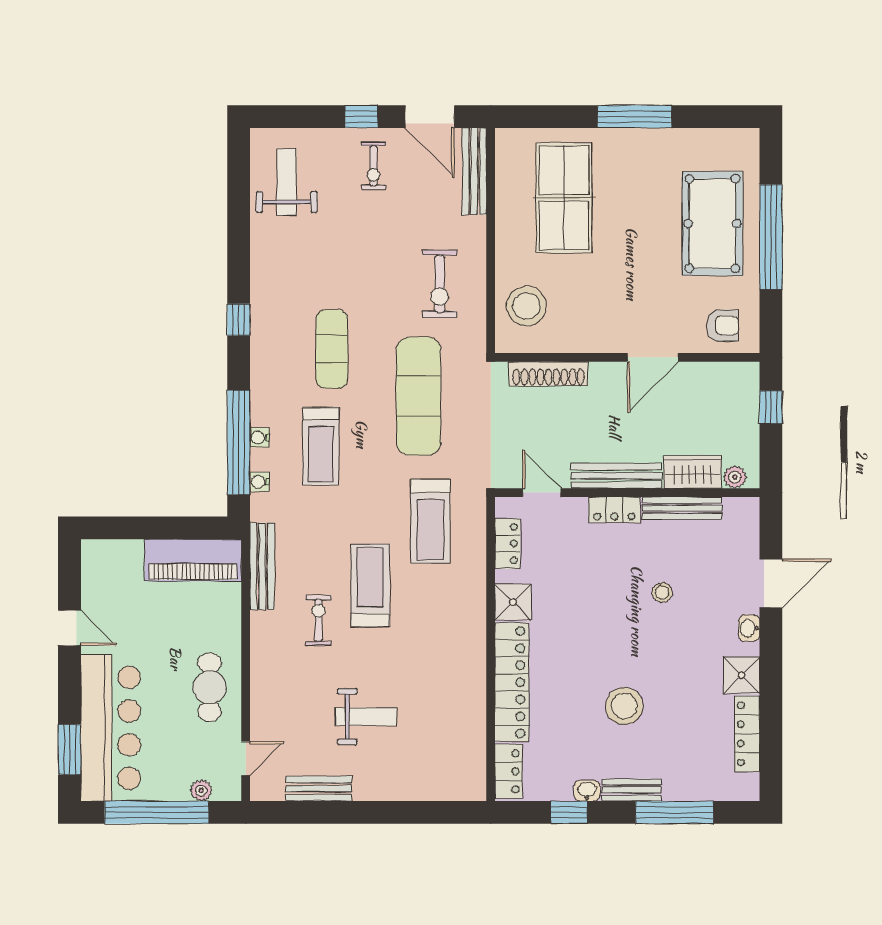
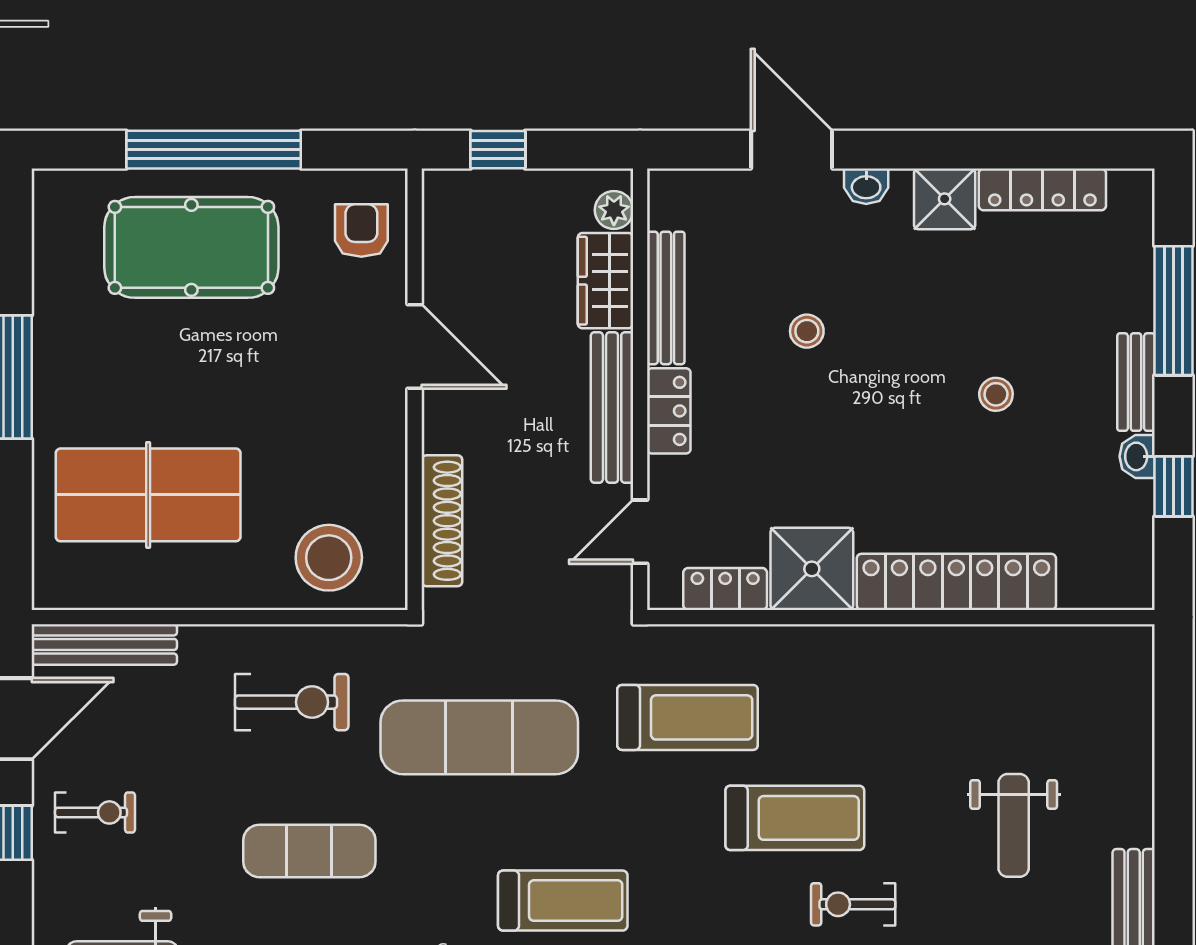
exercise mat: (332, 349) -> (309, 851), moved
treadmill: (370, 585) -> (795, 818), turned 180
shower: (513, 602) -> (812, 569), width x1.36, depth x1.36
stool: (624, 706) -> (996, 394), width x0.53, depth x0.53
weight bench: (366, 717) -> (1014, 825), turned 180
locker: (509, 771) -> (1105, 587), removed

